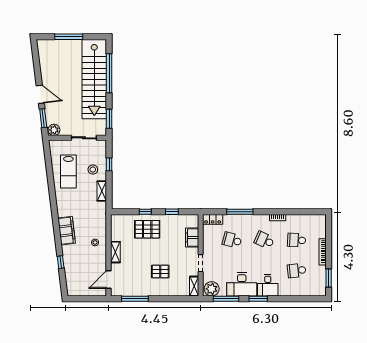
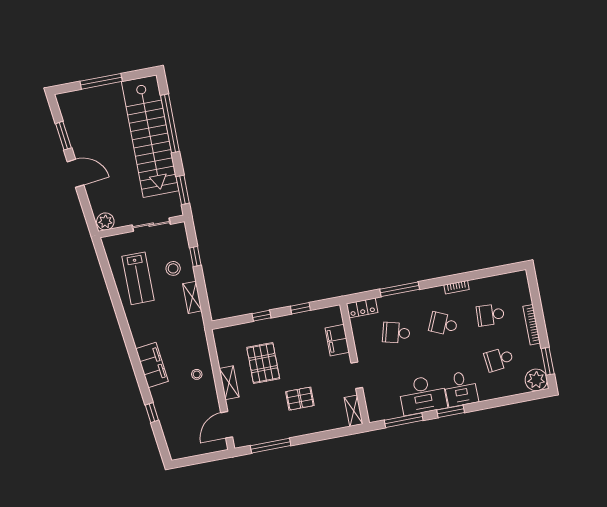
window: (43, 118) -> (63, 136), moved
pallet: (147, 229) -> (263, 363), moved, turned 90
plant: (212, 289) -> (536, 380), moved

